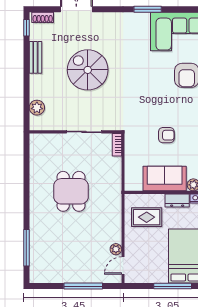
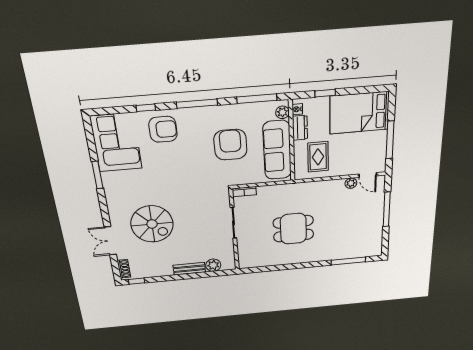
bench: (35, 57) -> (189, 269), moved
spiral stairs: (88, 70) -> (152, 224), moved, turned -90
armchair: (166, 135) -> (230, 145), width x1.88, depth x1.88
sofa: (165, 178) -> (277, 150), width x1.36
window: (173, 286) -> (390, 140), moved

